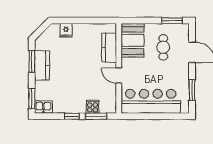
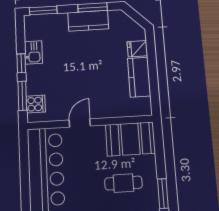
kitchen counter: (109, 48) -> (139, 77), moved, turned -90
kitchen sink: (43, 107) -> (33, 52), moved
cooker: (93, 107) -> (36, 104), moved

